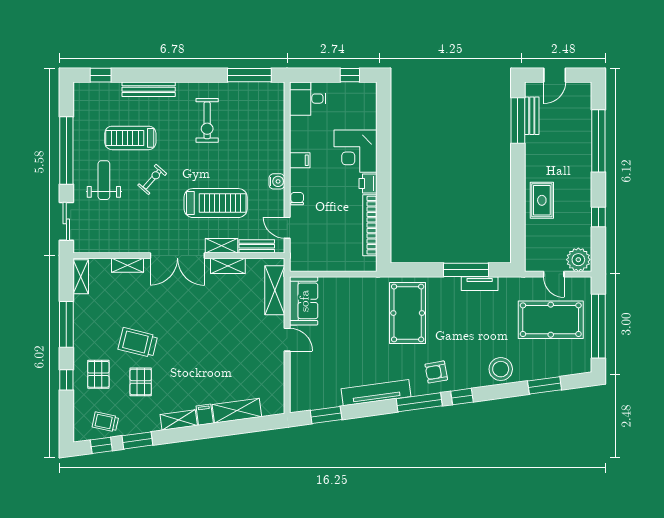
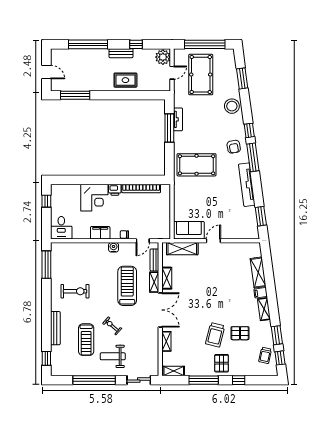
bench: (532, 116) -> (121, 53), moved
filing cabinet: (300, 160) -> (100, 233), width x2.00
pallet: (98, 374) -> (222, 363), moved, turned 90

